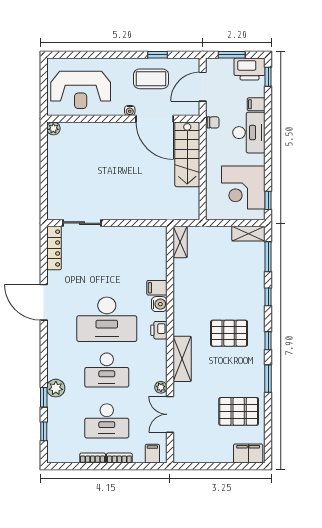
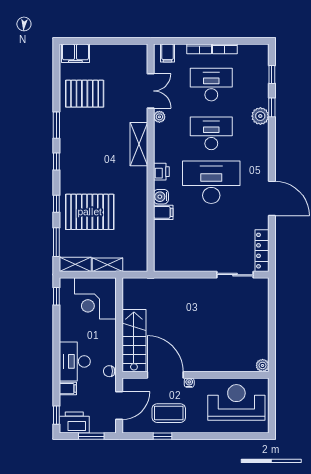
corner desk: (243, 187) -> (95, 298), moved, turned 180
shelving: (180, 242) -> (107, 265), moved, turned 90
pallet: (229, 333) -> (90, 212), moved, width x1.37, depth x1.41

